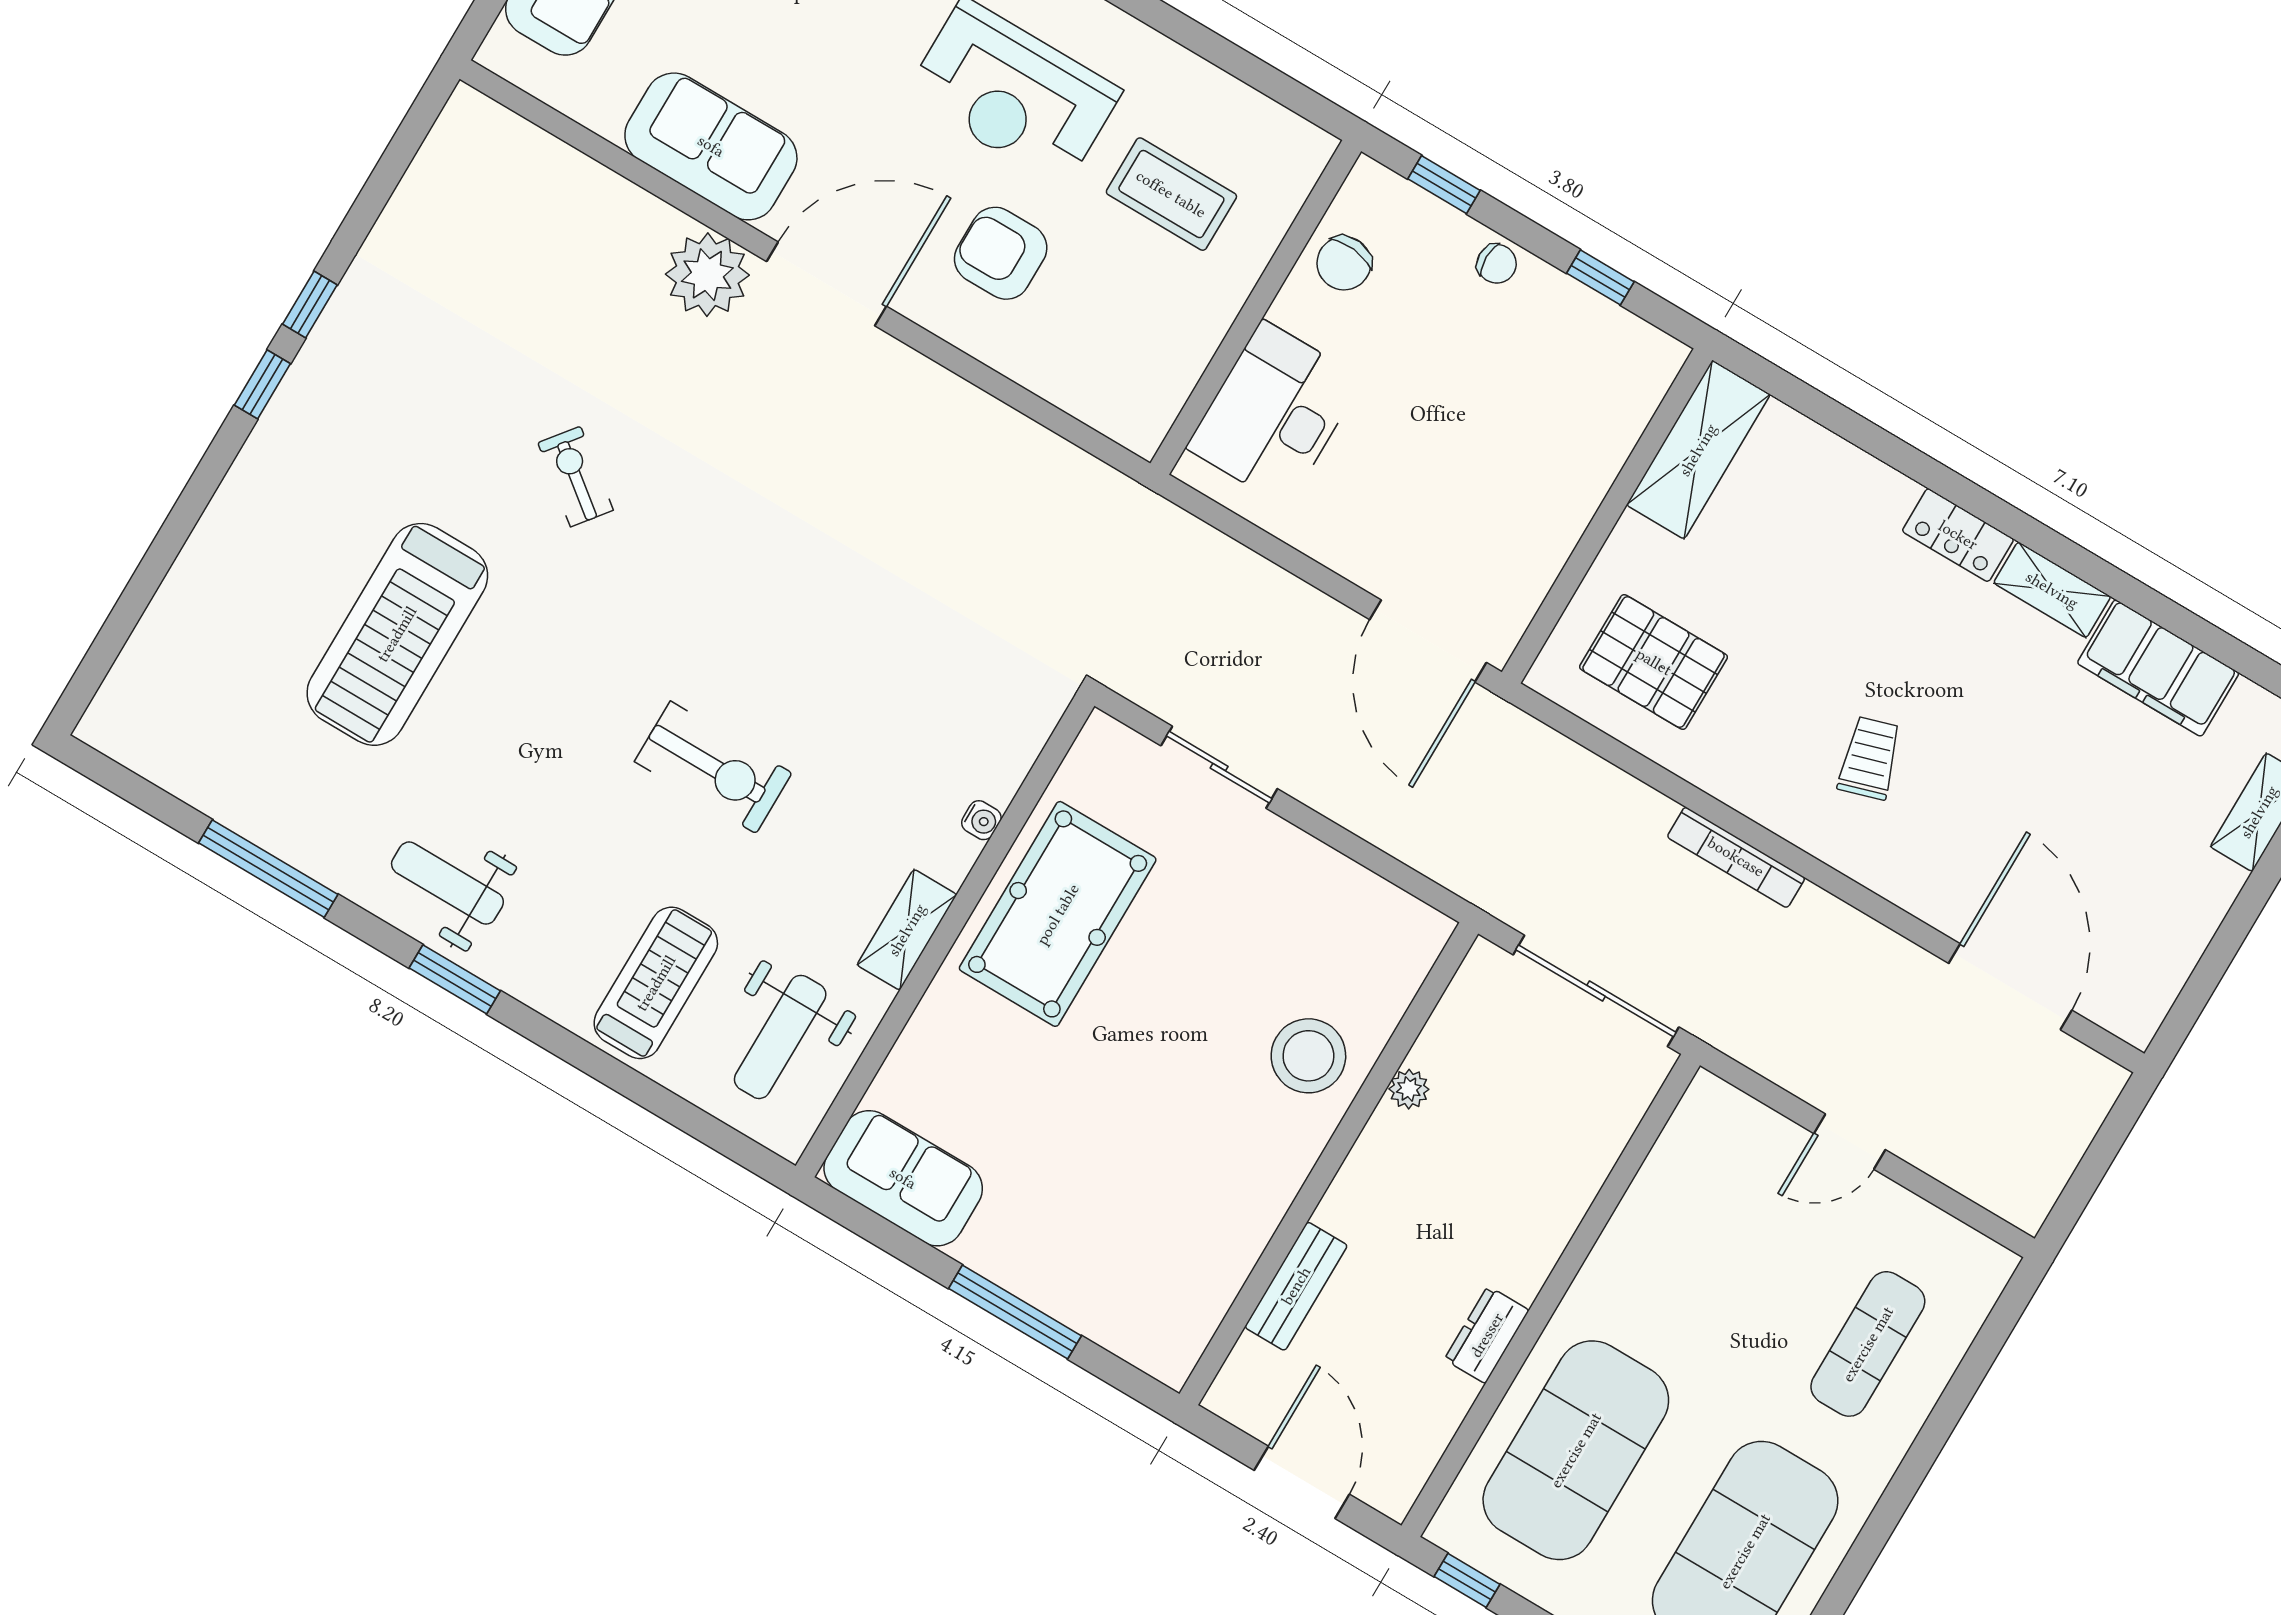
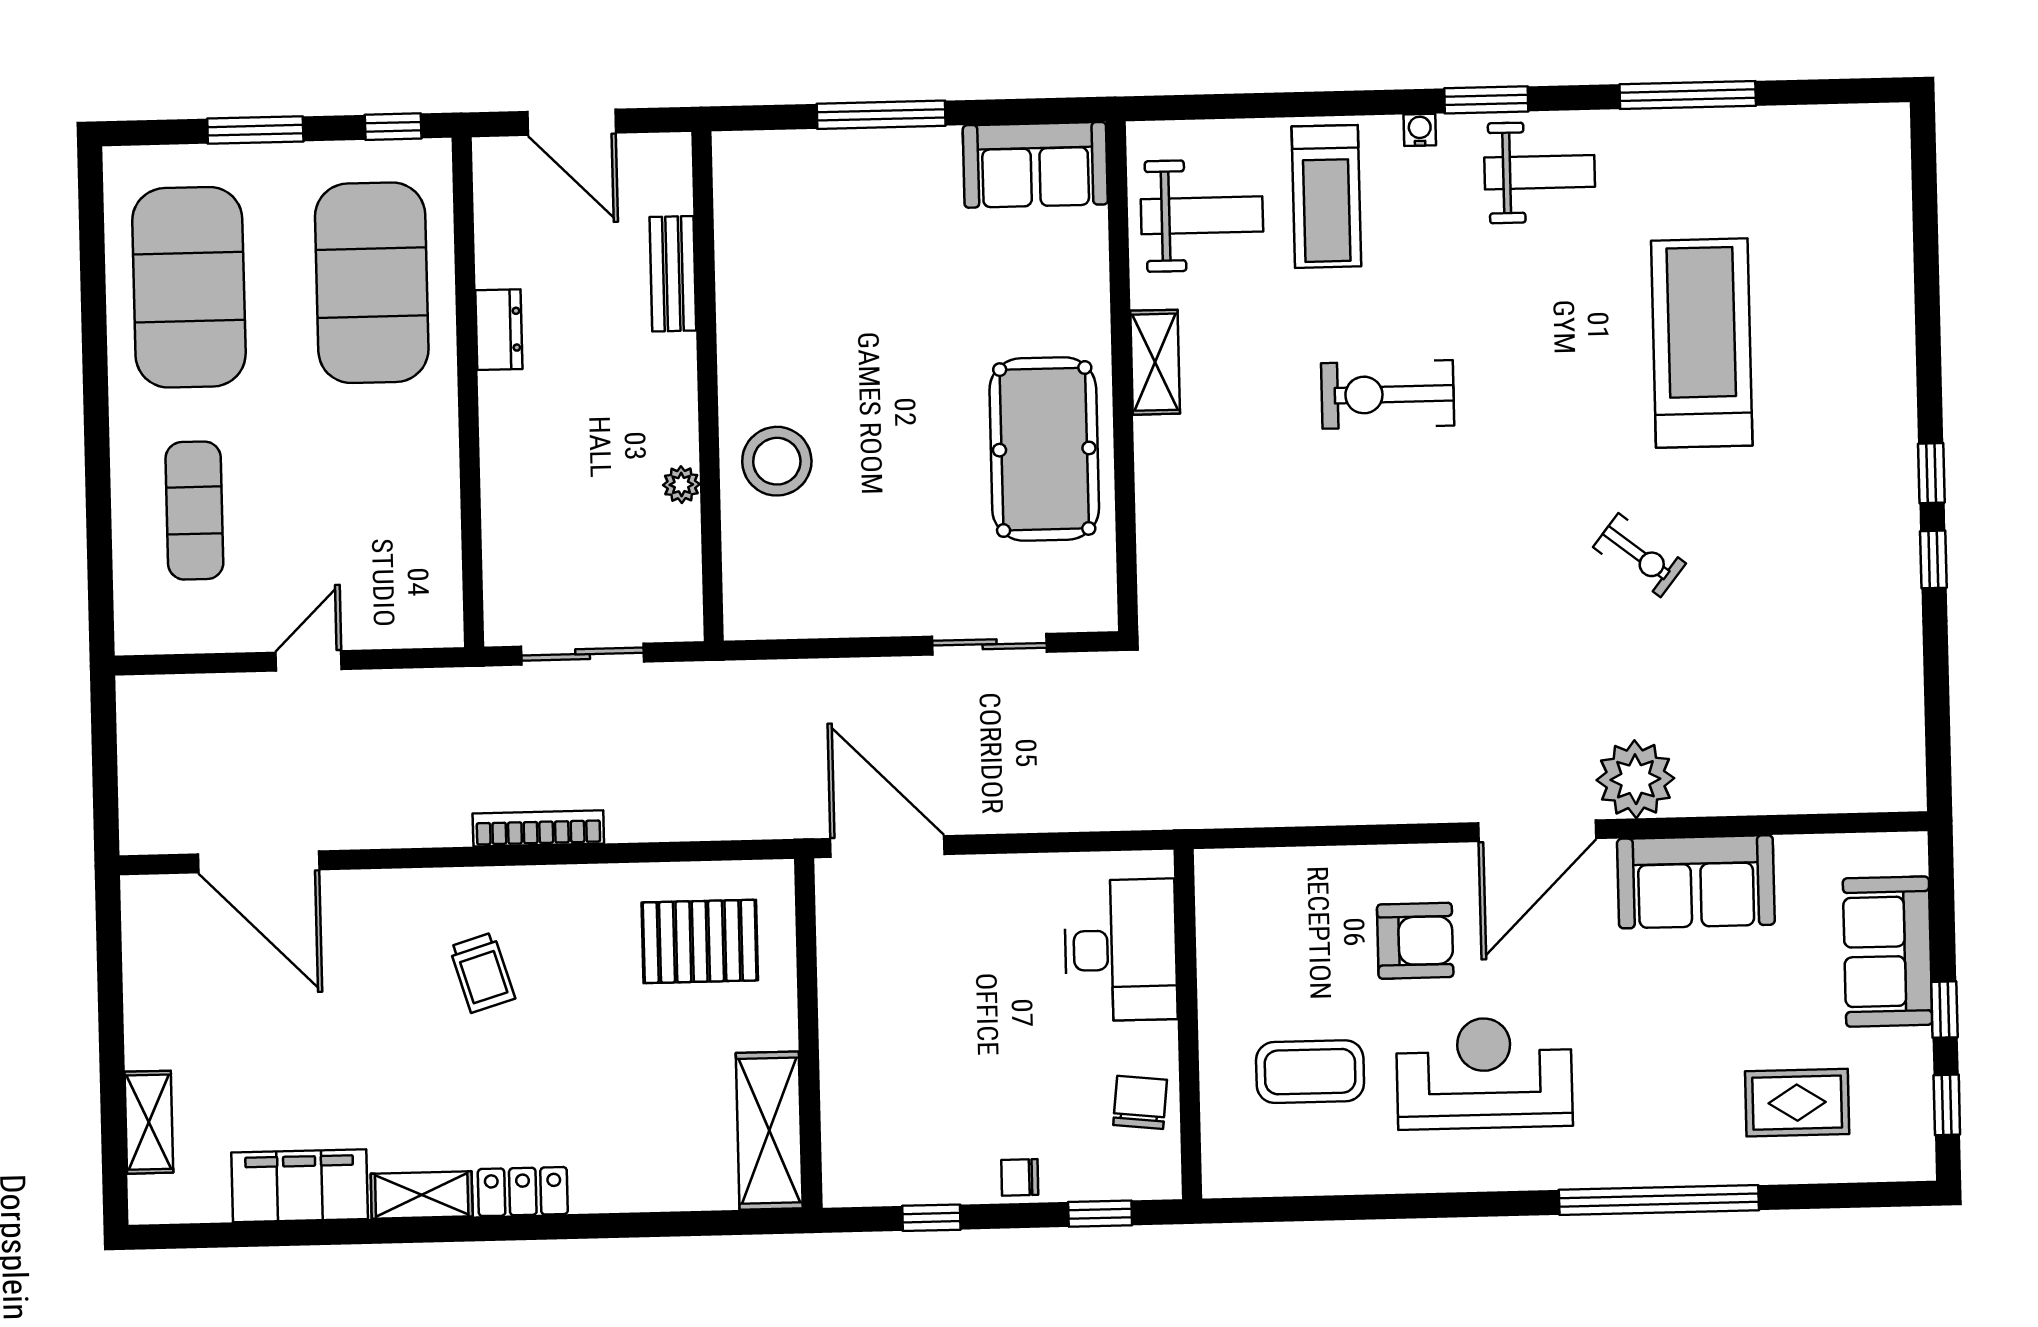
water cooler: (981, 820) -> (1420, 130), moved, turned 90
sliding door: (1596, 991) -> (583, 654), width x0.73
weight bench: (780, 1037) -> (1202, 215), turned 90

